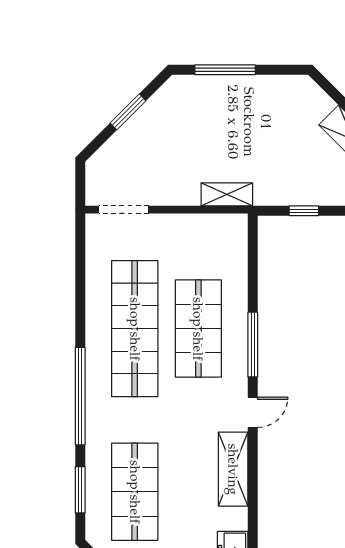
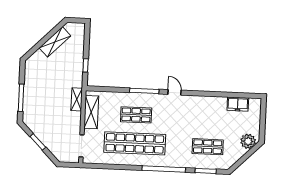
shop shelf: (198, 329) -> (136, 115), width x0.70, depth x0.74
shelving: (233, 469) -> (91, 112), moved, turned 90
shop shelf: (135, 492) -> (208, 147), width x0.70, depth x0.74

